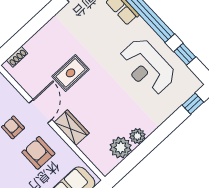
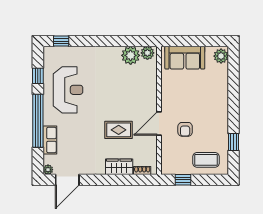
wardrobe: (72, 128) -> (119, 167), moved, turned 90
plant: (137, 136) -> (147, 53), moved
armchair: (38, 153) -> (184, 99), removed

